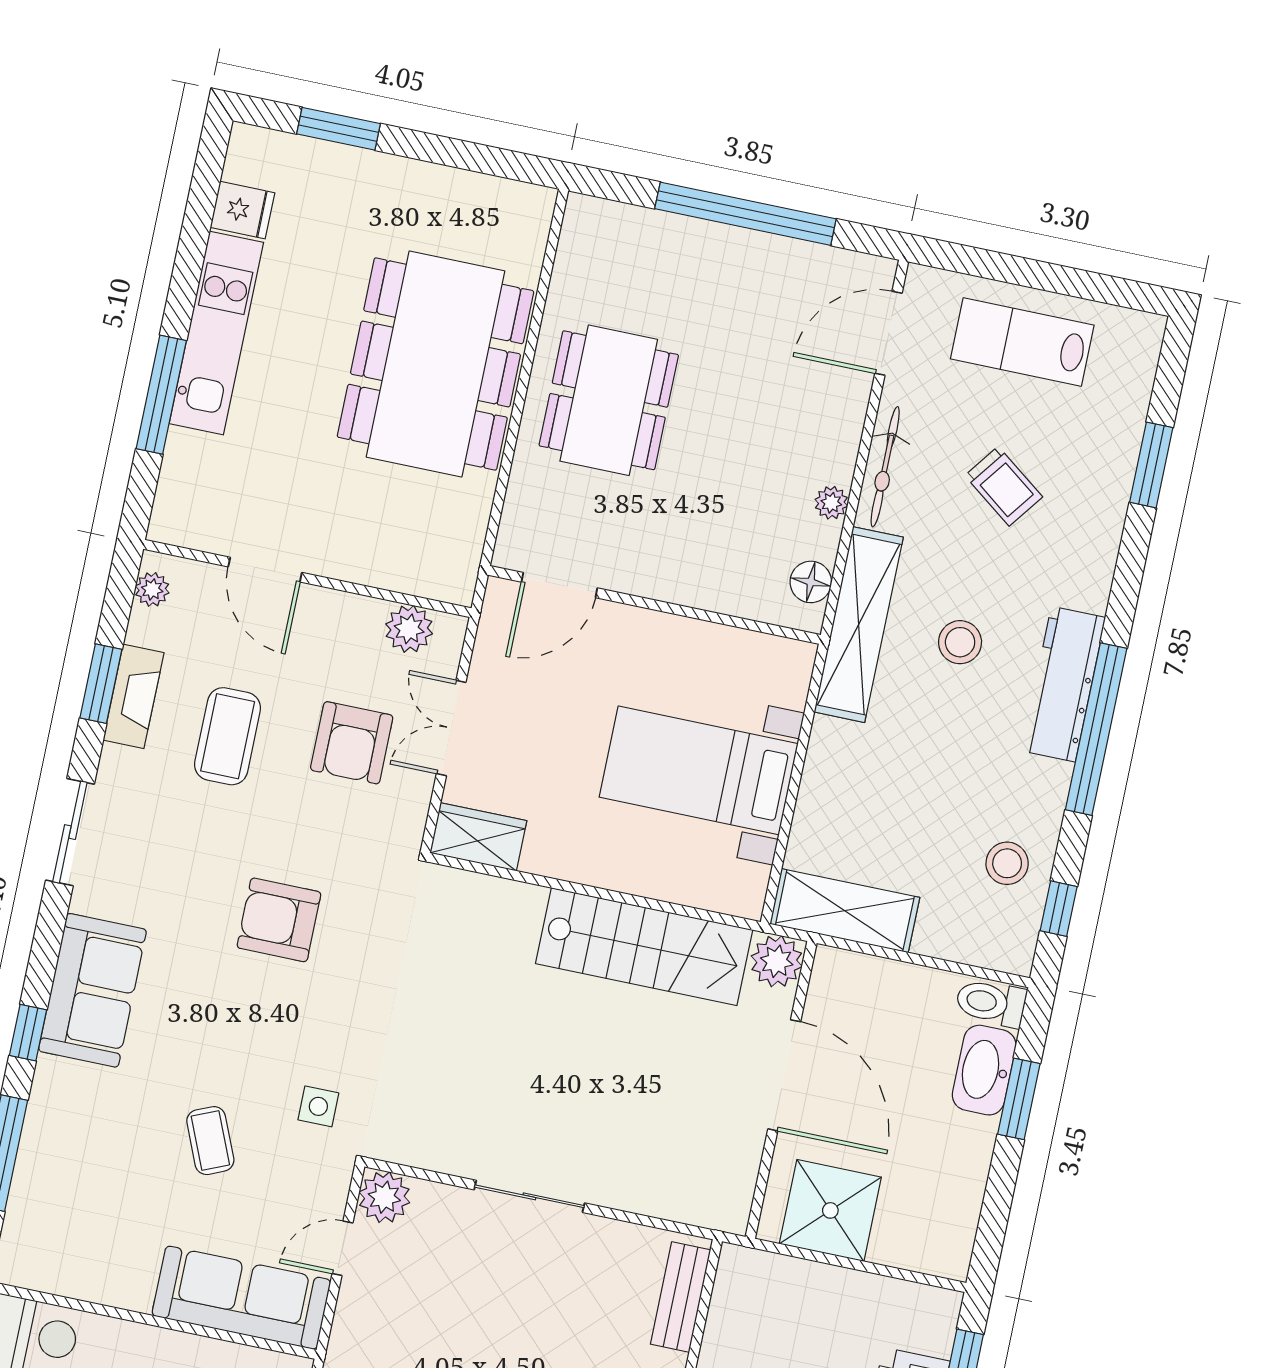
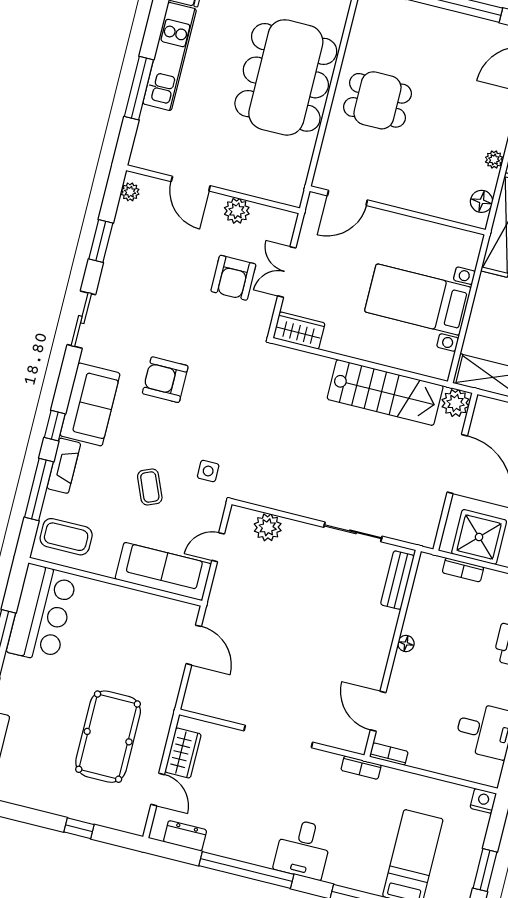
dining table: (609, 400) -> (377, 100), width x0.73
plant: (409, 629) -> (237, 211), moved
fireplace: (134, 696) -> (64, 466), moved
coffee table: (228, 736) -> (66, 537), moved, turned 90
armchair: (279, 920) -> (165, 380), moved
sliding door: (529, 1196) -> (353, 532), moved
plant: (384, 1197) -> (268, 527), moved
bookcase: (803, 1273) -> (463, 570), added

